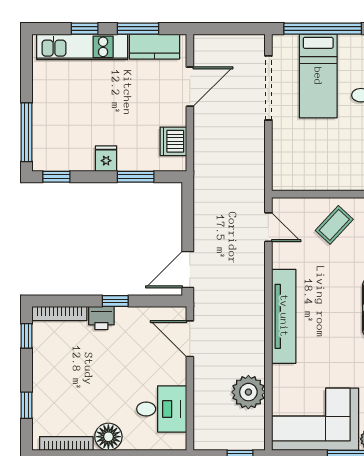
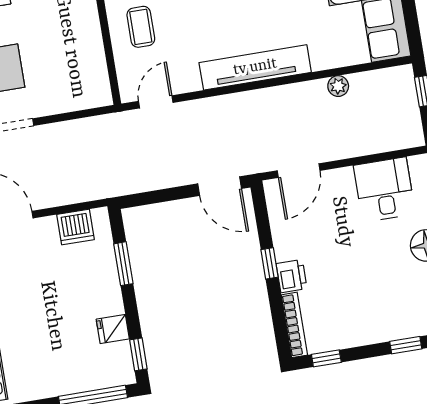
fridge: (106, 159) -> (113, 329), moved
coffee table: (334, 225) -> (141, 27), turned 47
plant: (248, 392) -> (338, 86), width x0.53, depth x0.53

